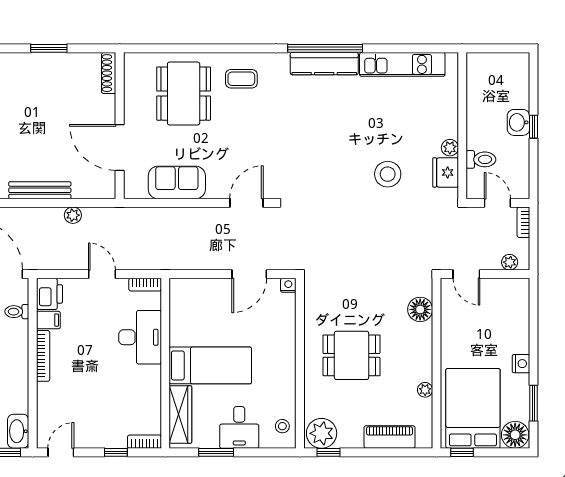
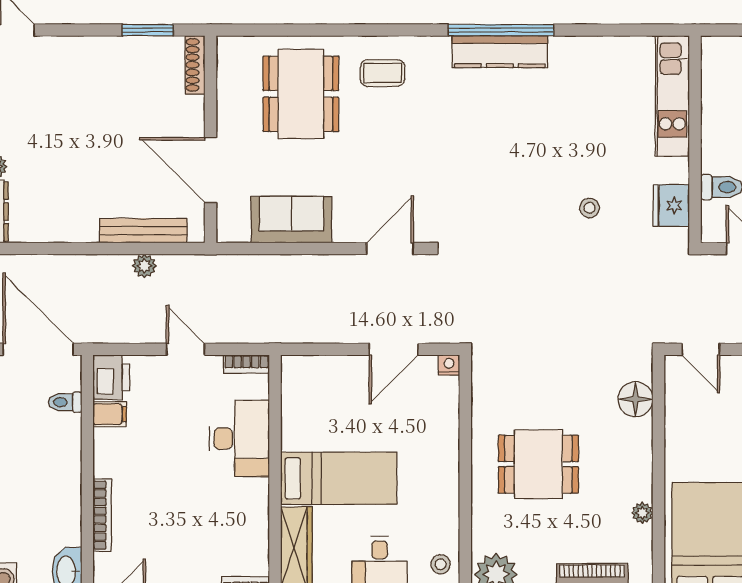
window: (49, 48) -> (148, 30), moved
kitchen unit: (402, 64) -> (672, 96), moved, turned 90
plant: (450, 148) -> (677, 170), removed
stool: (388, 174) -> (590, 208), width x0.53, depth x0.53
bench: (40, 190) -> (143, 231), moved
bookcase: (43, 356) -> (102, 515), moved

